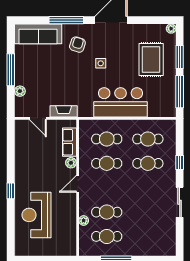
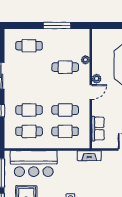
bar counter: (121, 102) -> (34, 164), moved
fireplace: (64, 111) -> (89, 156), moved
plant: (71, 163) -> (97, 79), moved
cafe table: (107, 236) -> (29, 46), moved

